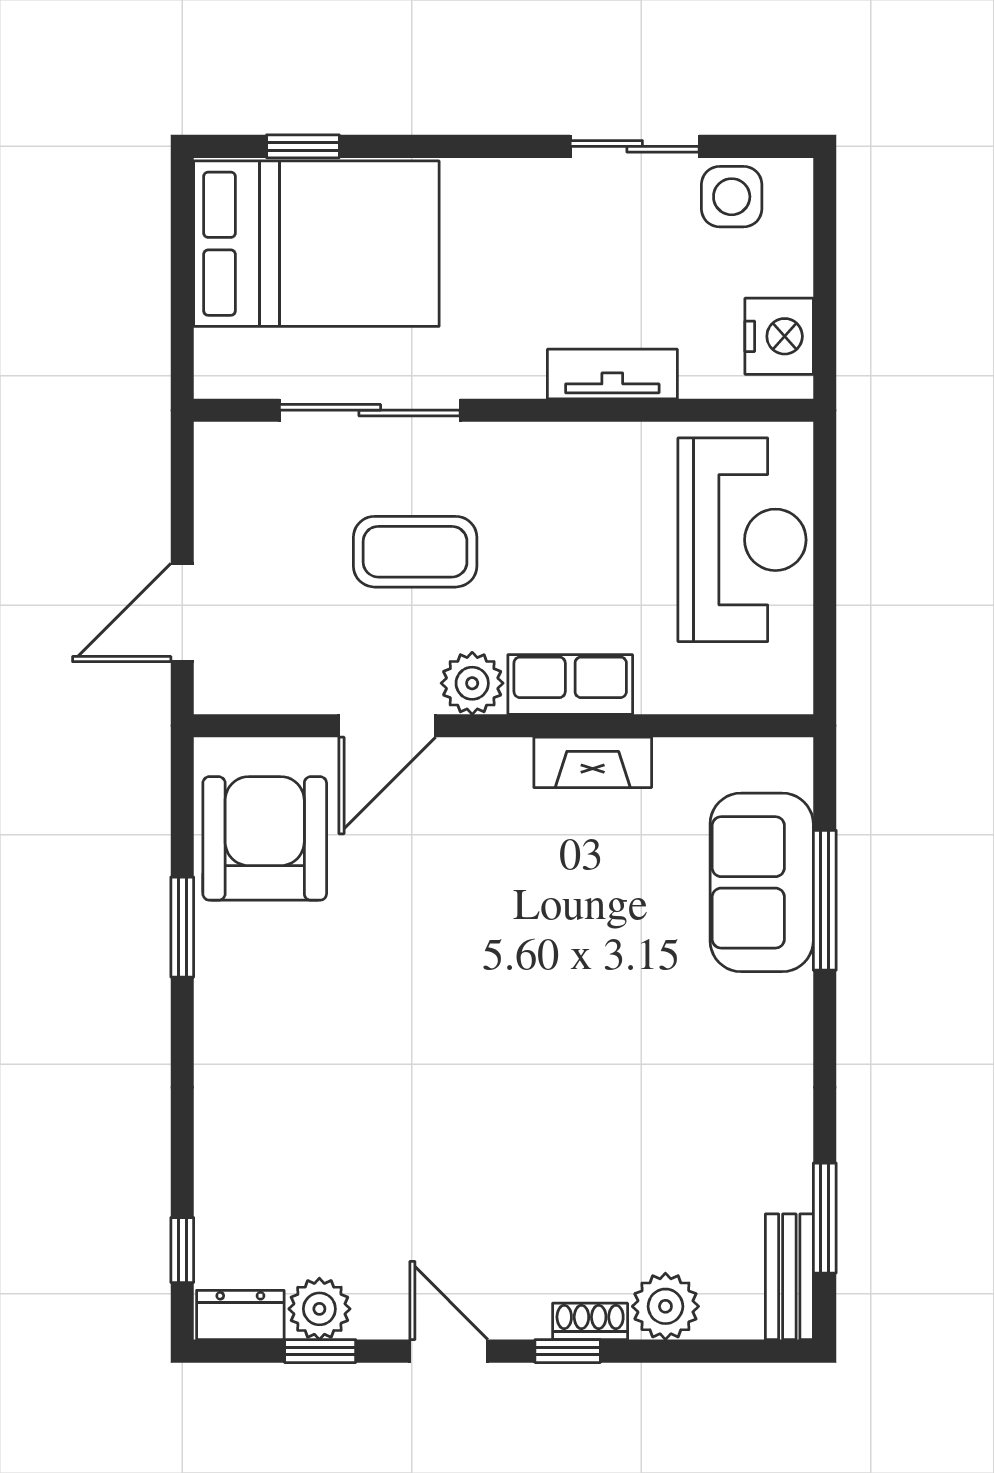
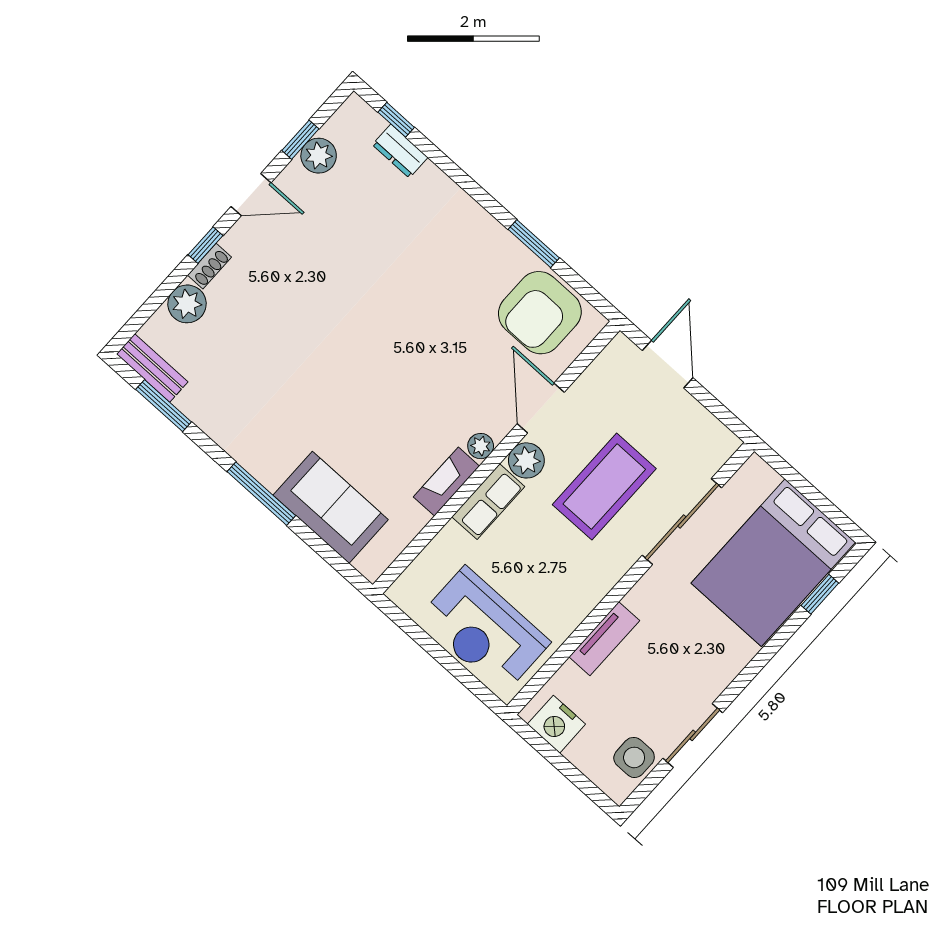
coffee table: (415, 552) -> (604, 487), width x1.36, depth x1.32
plant: (507, 760) -> (481, 446), added
armchair: (265, 838) -> (540, 313), turned 90
window: (825, 900) -> (261, 494), moved
dresser: (240, 1315) -> (400, 151), moved, turned 90

